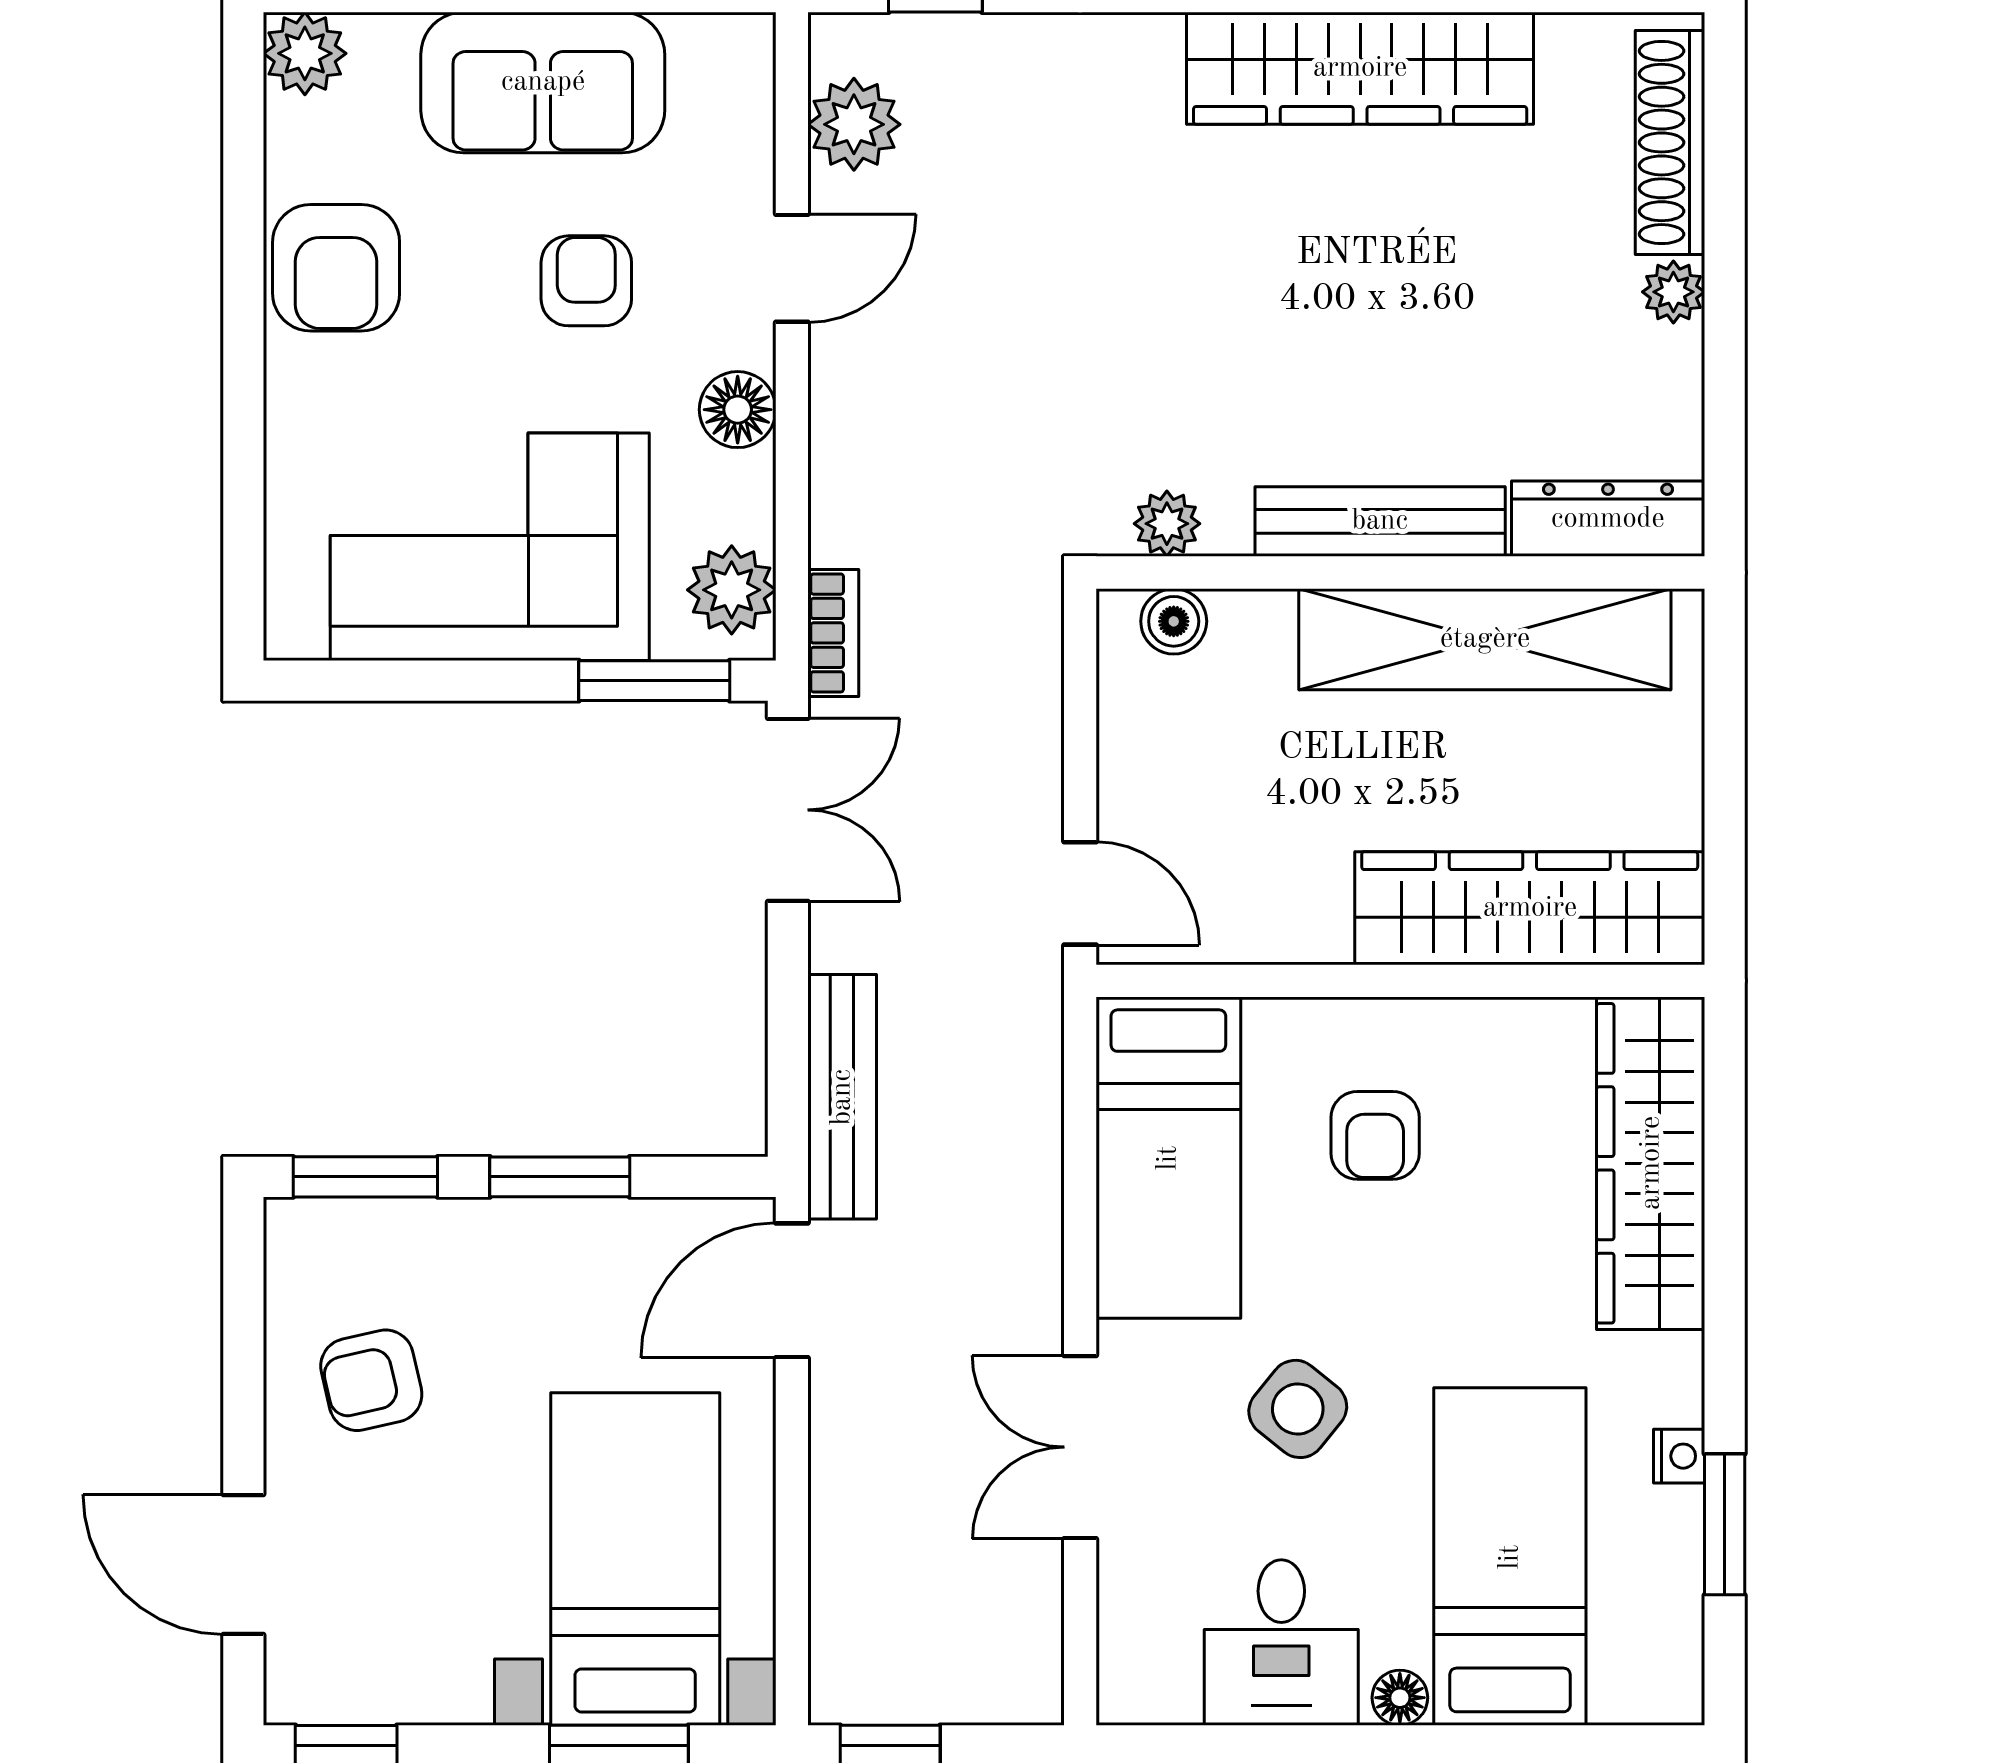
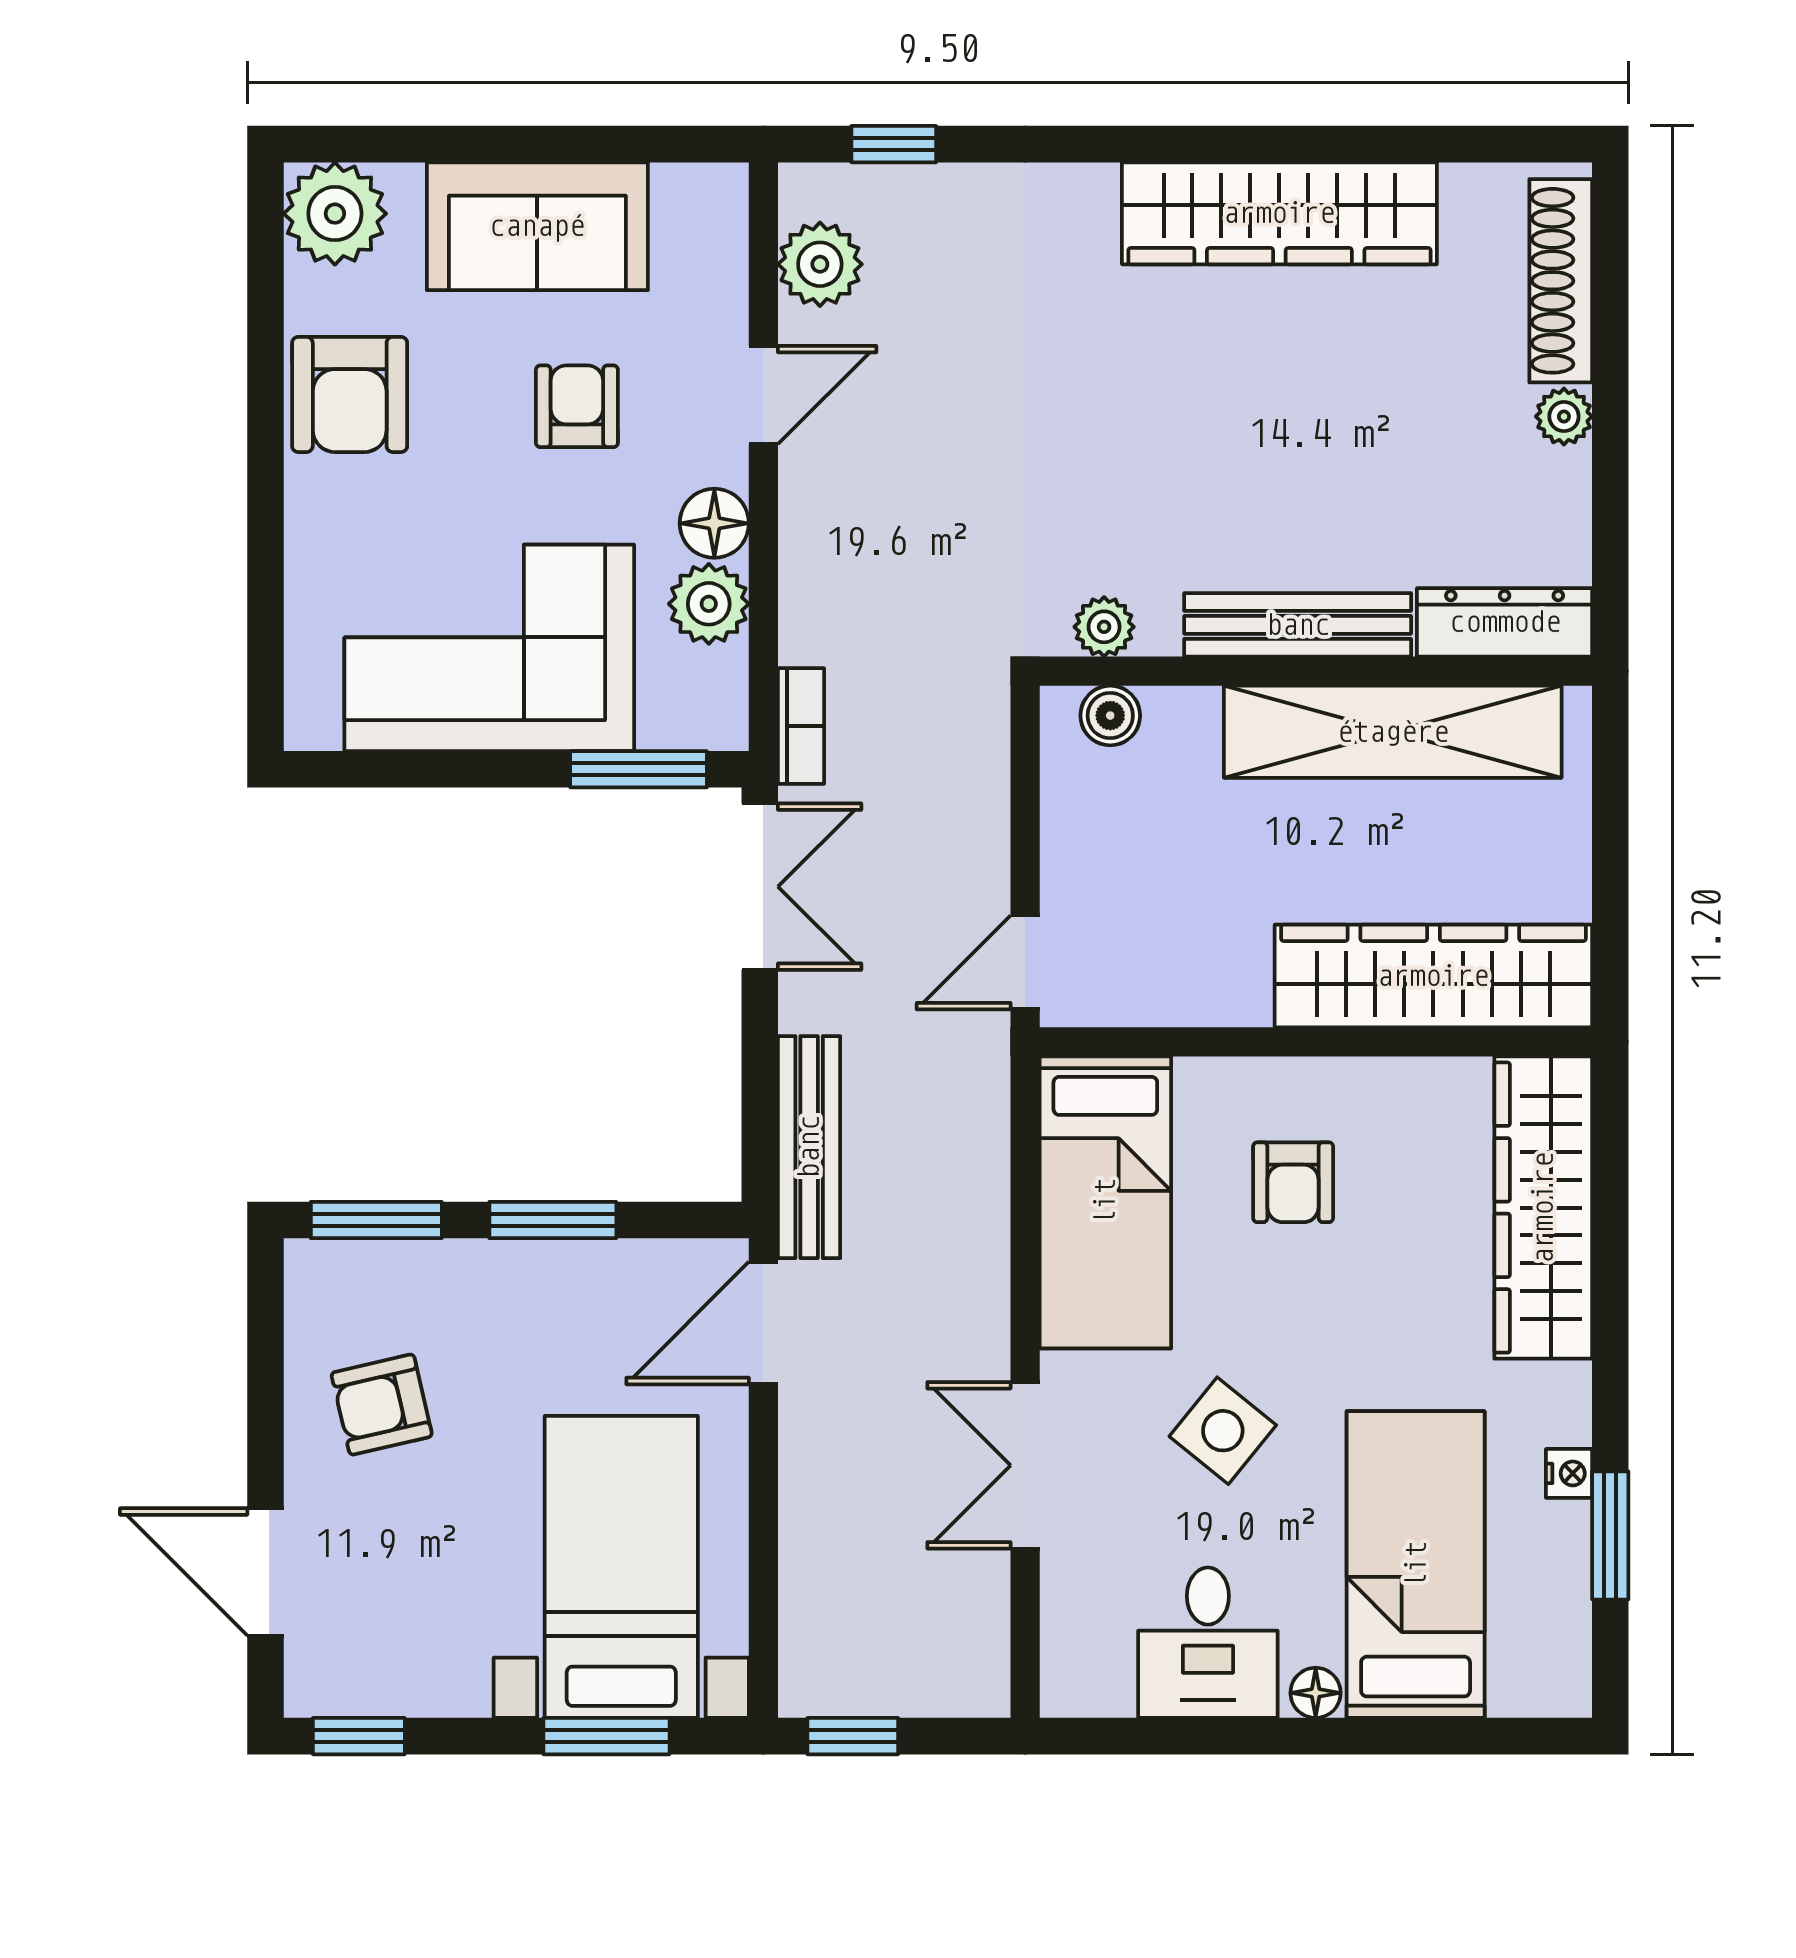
plant: (305, 53) -> (335, 214), width x1.36, depth x1.36
plant: (732, 590) -> (709, 604), moved
door: (1080, 893) -> (1025, 962), swing flipped

